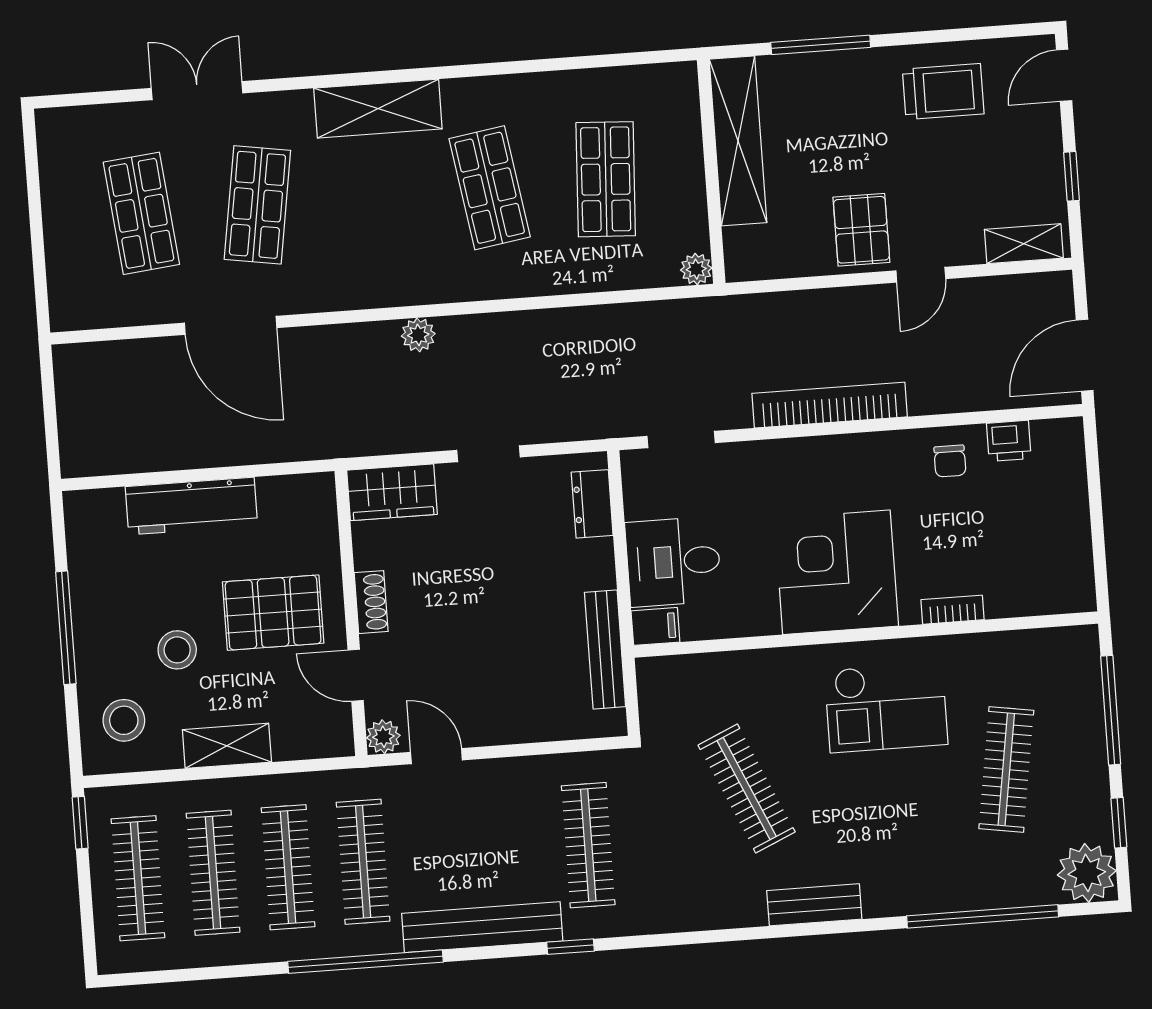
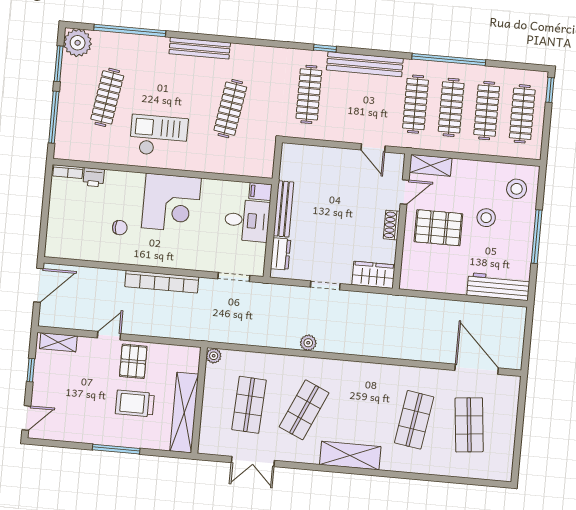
window: (821, 45) -> (116, 449), moved
double door: (197, 91) -> (253, 462), moved
trolley: (943, 92) -> (135, 403), moved
shop shelf: (490, 188) -> (304, 410), turned 33
door: (231, 325) -> (477, 369), moved
plant: (418, 335) -> (308, 343), moved
printer: (1009, 441) -> (94, 177), moved, turned 180
chair: (950, 461) -> (120, 228), moved, turned 90
workbench: (191, 506) -> (498, 287), moved
bookcase: (953, 610) -> (68, 172), moved
bench: (605, 650) -> (284, 209), moved
door: (356, 675) -> (405, 192), hinge flipped
plant: (383, 737) -> (396, 161), removed
shelving: (227, 746) -> (431, 165), moved
clothes rail: (747, 789) -> (230, 109), turned 33
window: (80, 823) -> (550, 90), moved
window: (1119, 823) -> (59, 64), width x1.50
bench: (814, 905) -> (200, 48), width x1.36
window: (365, 962) -> (449, 60), moved

